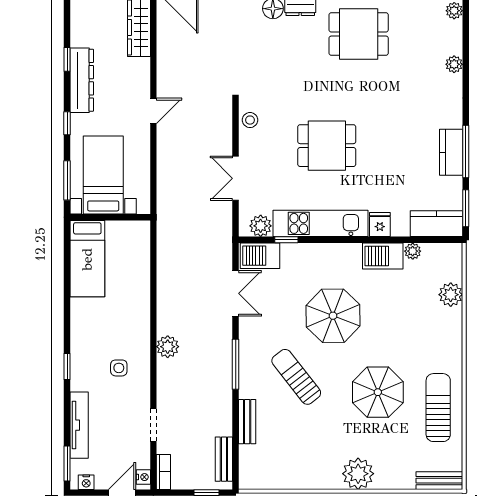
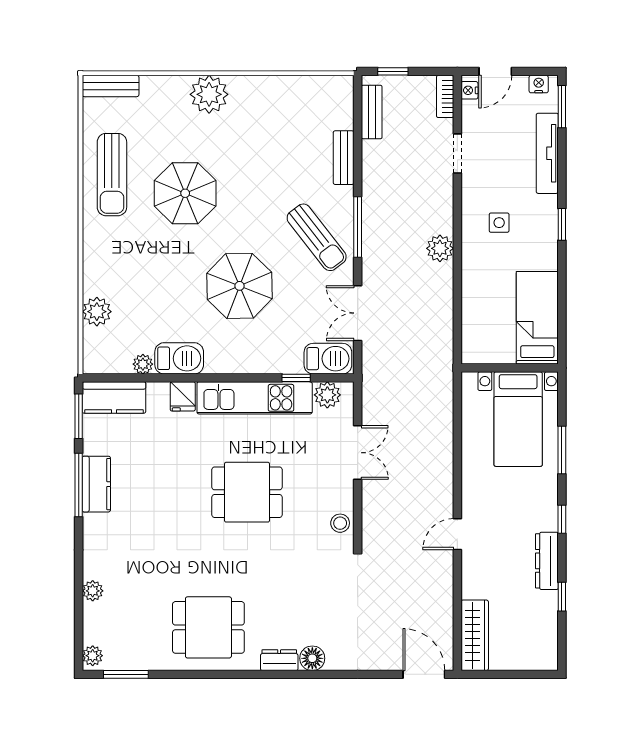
dresser: (82, 80) -> (547, 561), width x0.73, depth x0.80
bed with nightstands: (103, 175) -> (518, 419), moved
wall: (110, 217) -> (510, 368), moved
bed: (87, 259) -> (537, 318), moved
sun lounger: (296, 377) -> (317, 237), moved

